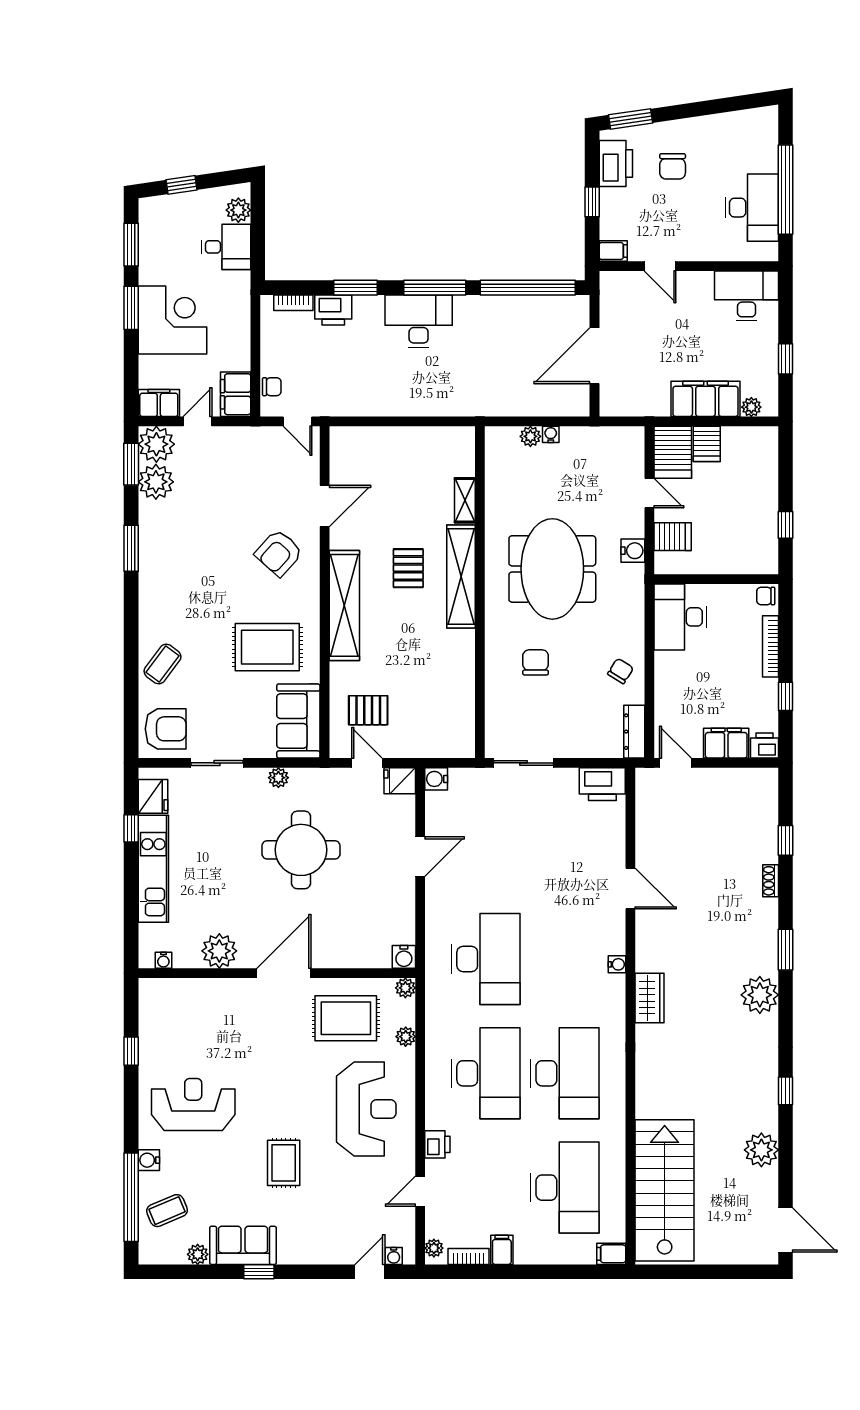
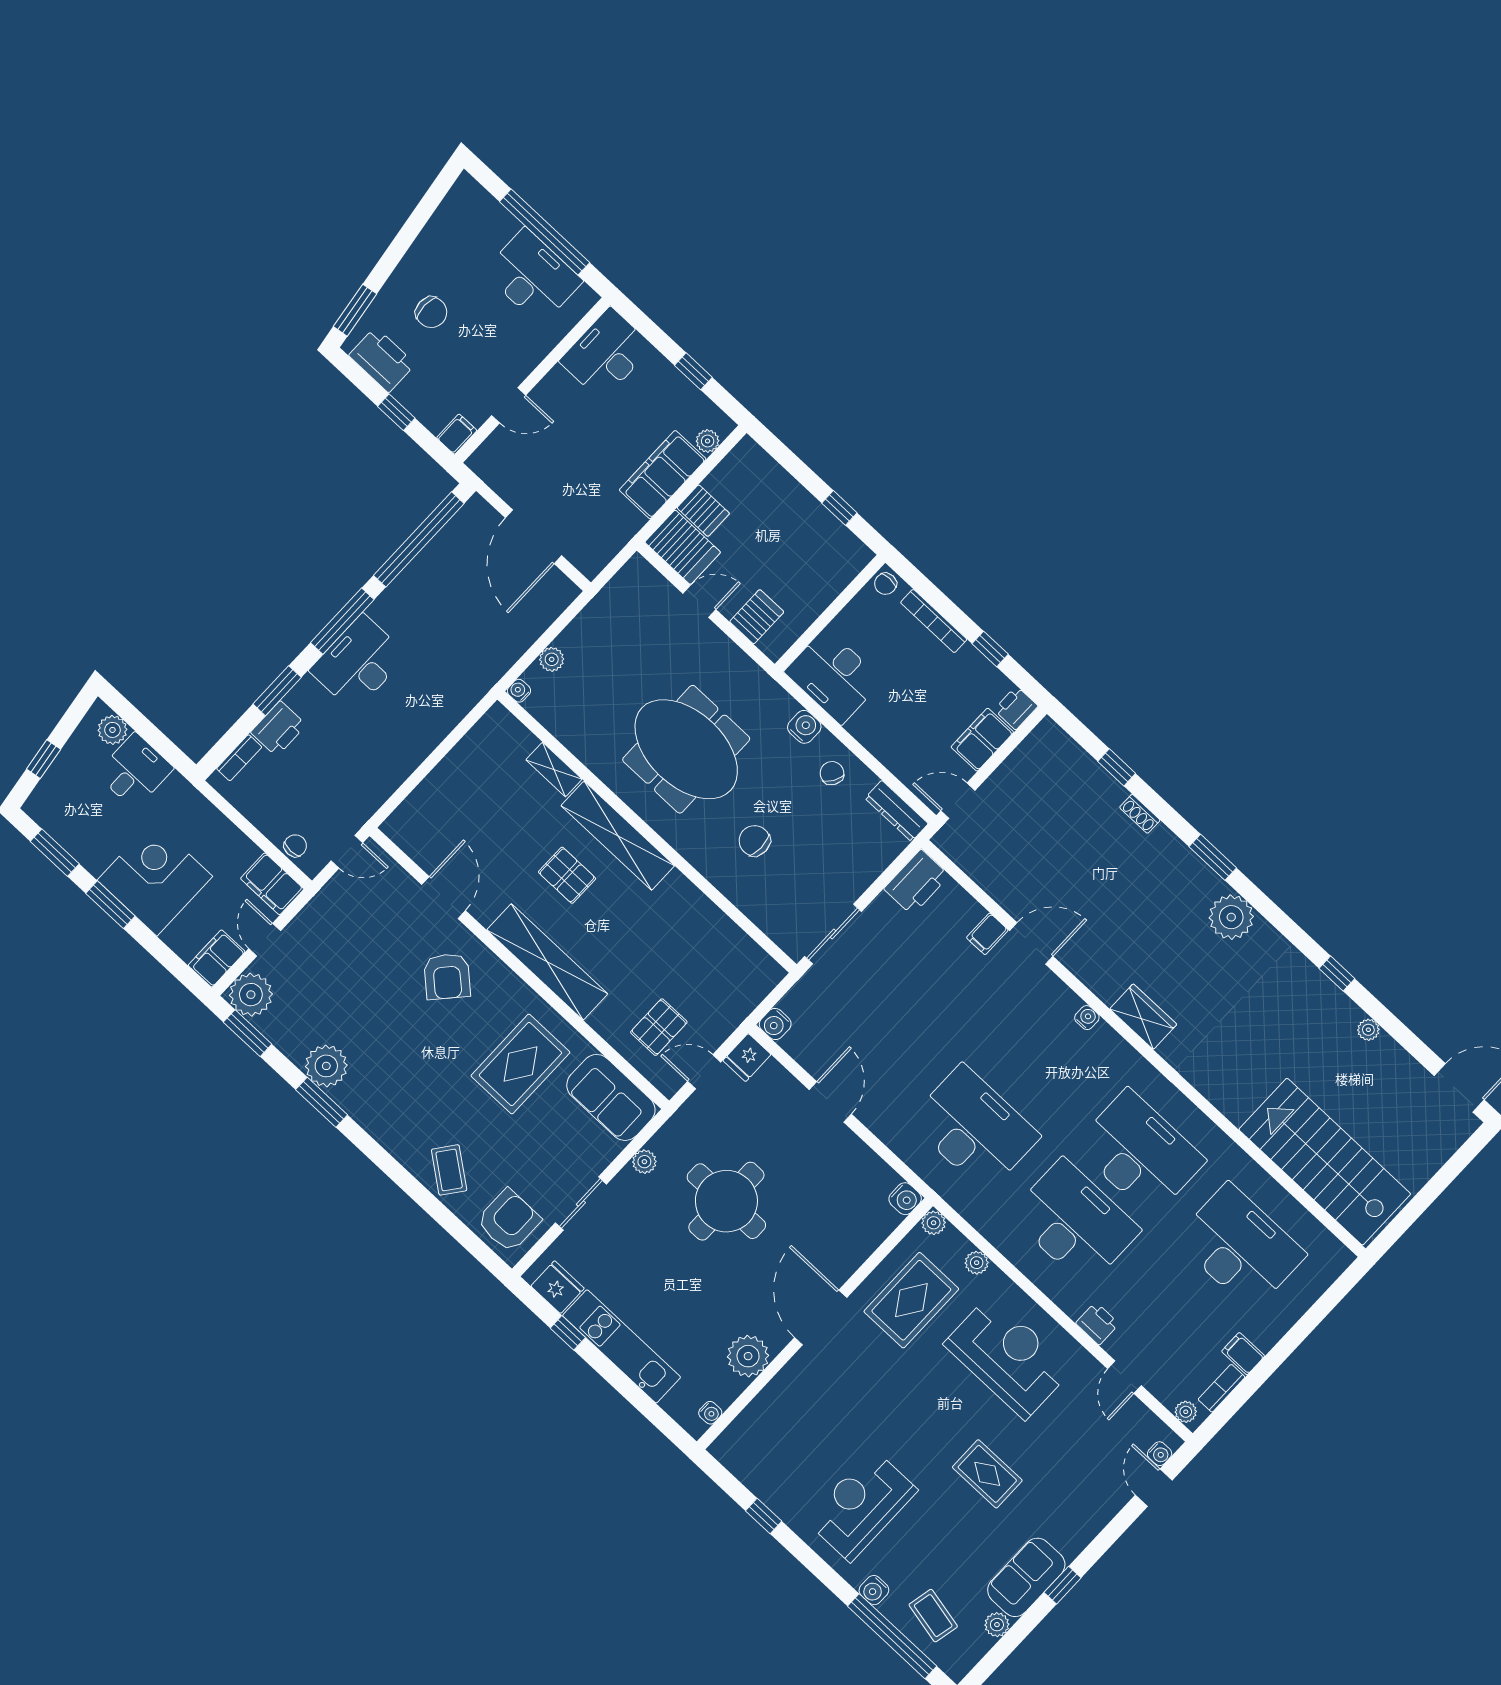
water cooler: (551, 434) -> (519, 691), moved
plant: (156, 482) -> (326, 1066), moved
water cooler: (633, 551) -> (804, 727), moved
plant: (761, 1150) -> (1368, 1030), width x0.53, depth x0.53
coffee table: (167, 1211) -> (933, 1616), turned -55
filing cabinet: (611, 1254) -> (987, 934), moved

